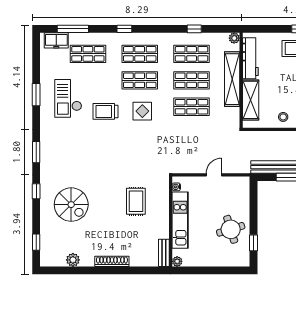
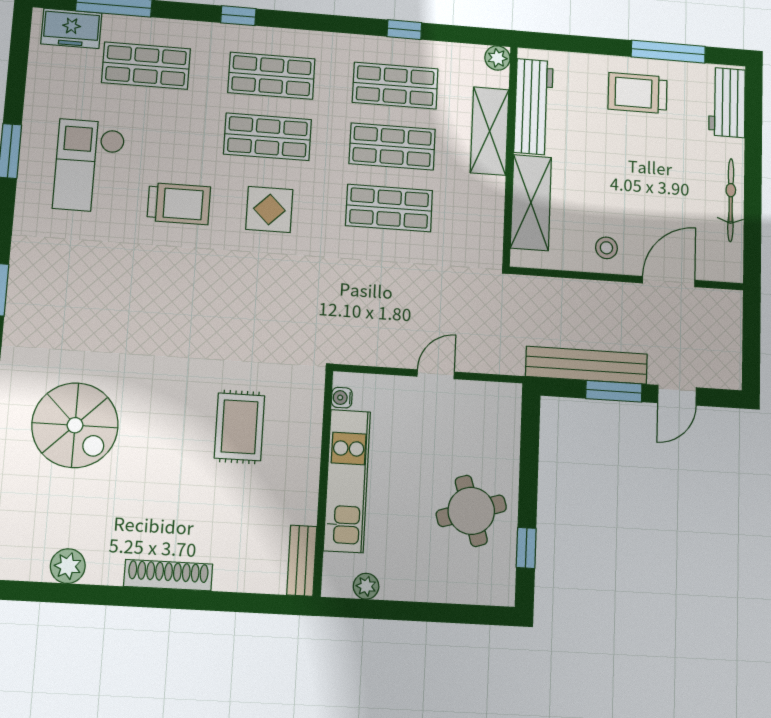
shelving: (232, 79) -> (490, 131), width x0.68
trolley: (105, 111) -> (179, 204), turned 180
plant: (177, 261) -> (366, 586), moved

